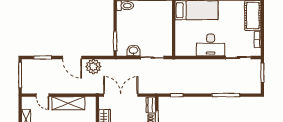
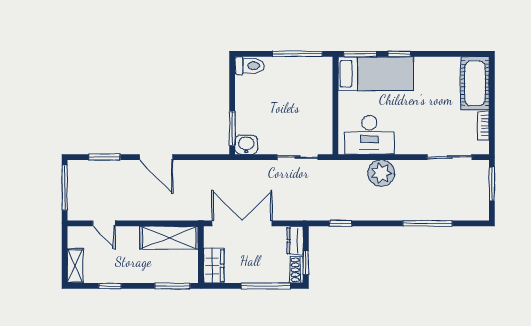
desk: (211, 45) -> (369, 135), moved
washbasin: (133, 50) -> (246, 145), moved
plant: (93, 67) -> (381, 173), moved
shelving: (68, 103) -> (169, 238), moved

